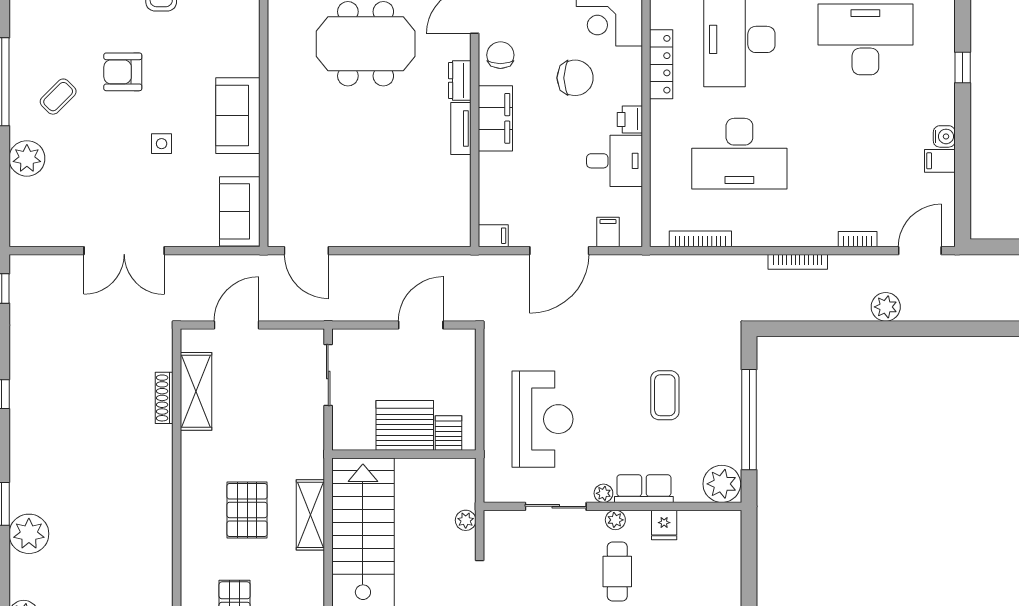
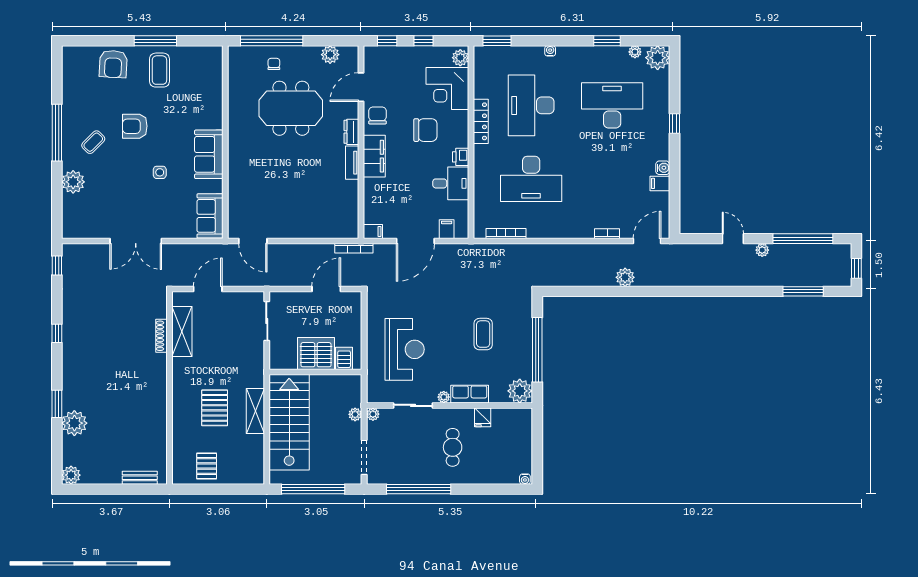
bookcase: (798, 262) -> (354, 248), moved
plant: (615, 520) -> (373, 414), moved

